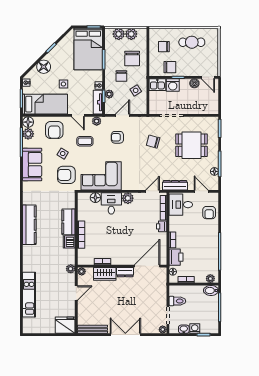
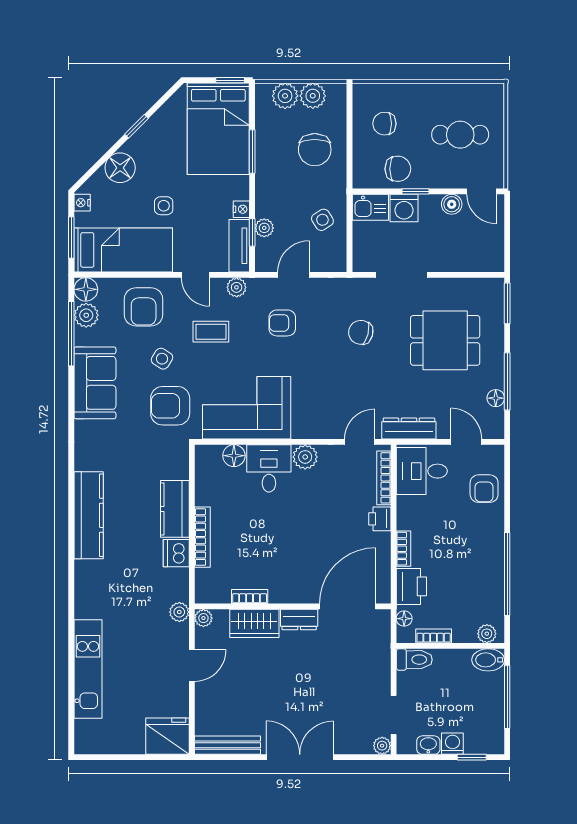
cafe table: (192, 42) -> (460, 135), moved
chair: (121, 76) -> (291, 188), removed
toilet: (177, 301) -> (414, 660), moved

